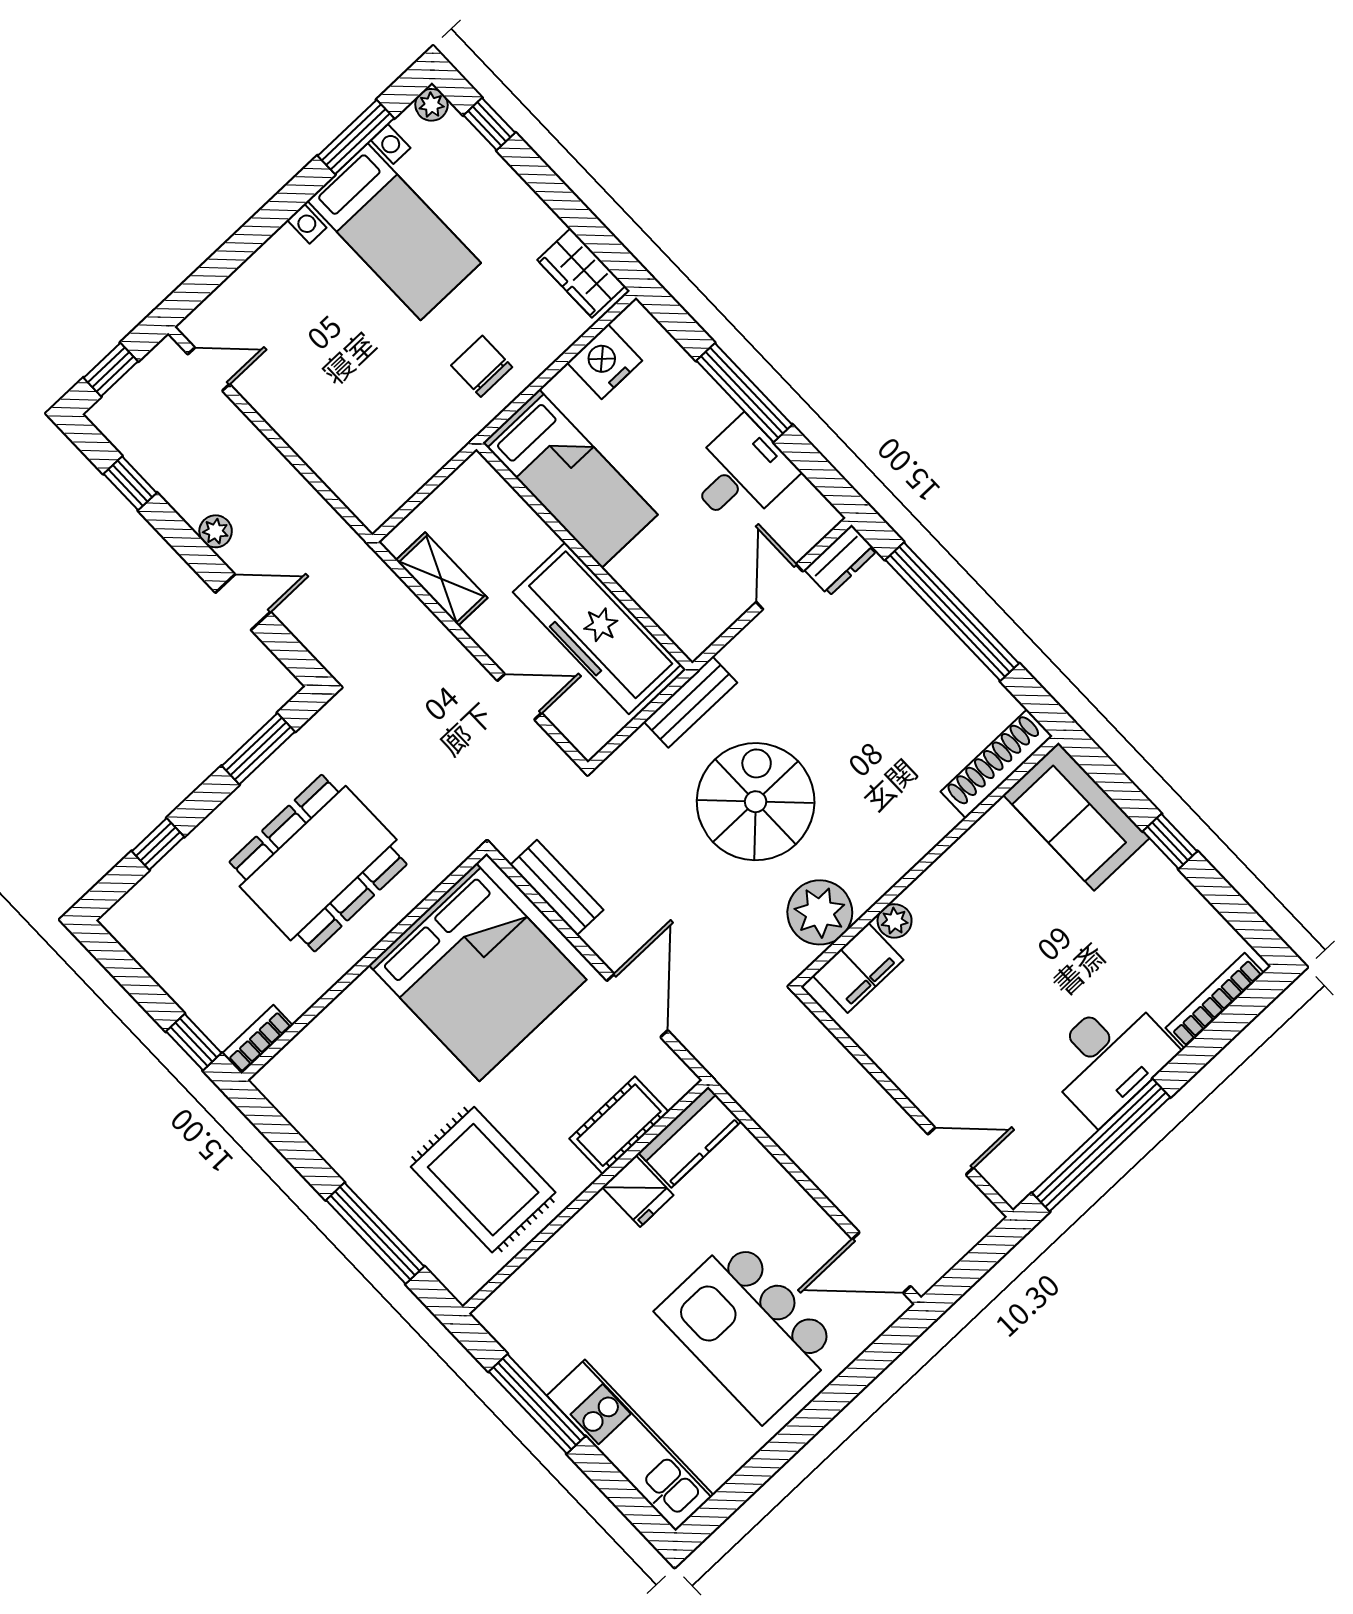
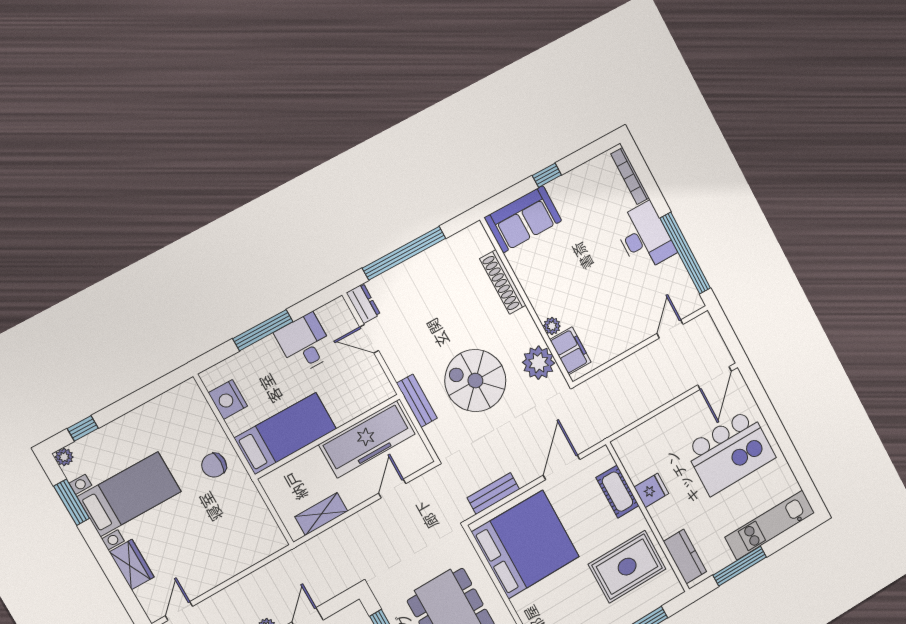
wardrobe: (581, 273) -> (132, 564), moved, turned -90
shoe rack: (997, 764) -> (503, 282), moved
door: (637, 1006) -> (562, 467), hinge flipped
kitchen counter: (690, 1137) -> (685, 557), moved

